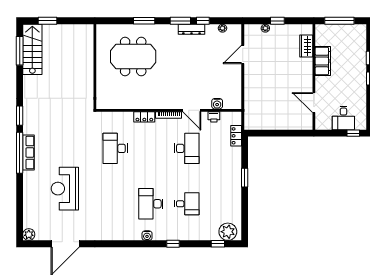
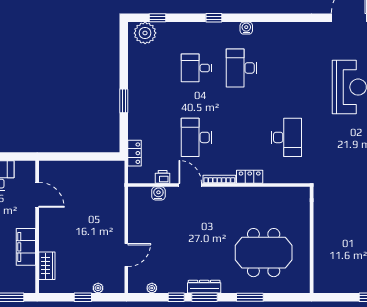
dresser: (191, 29) -> (204, 287), moved
desk: (151, 204) -> (241, 68), turned 180

